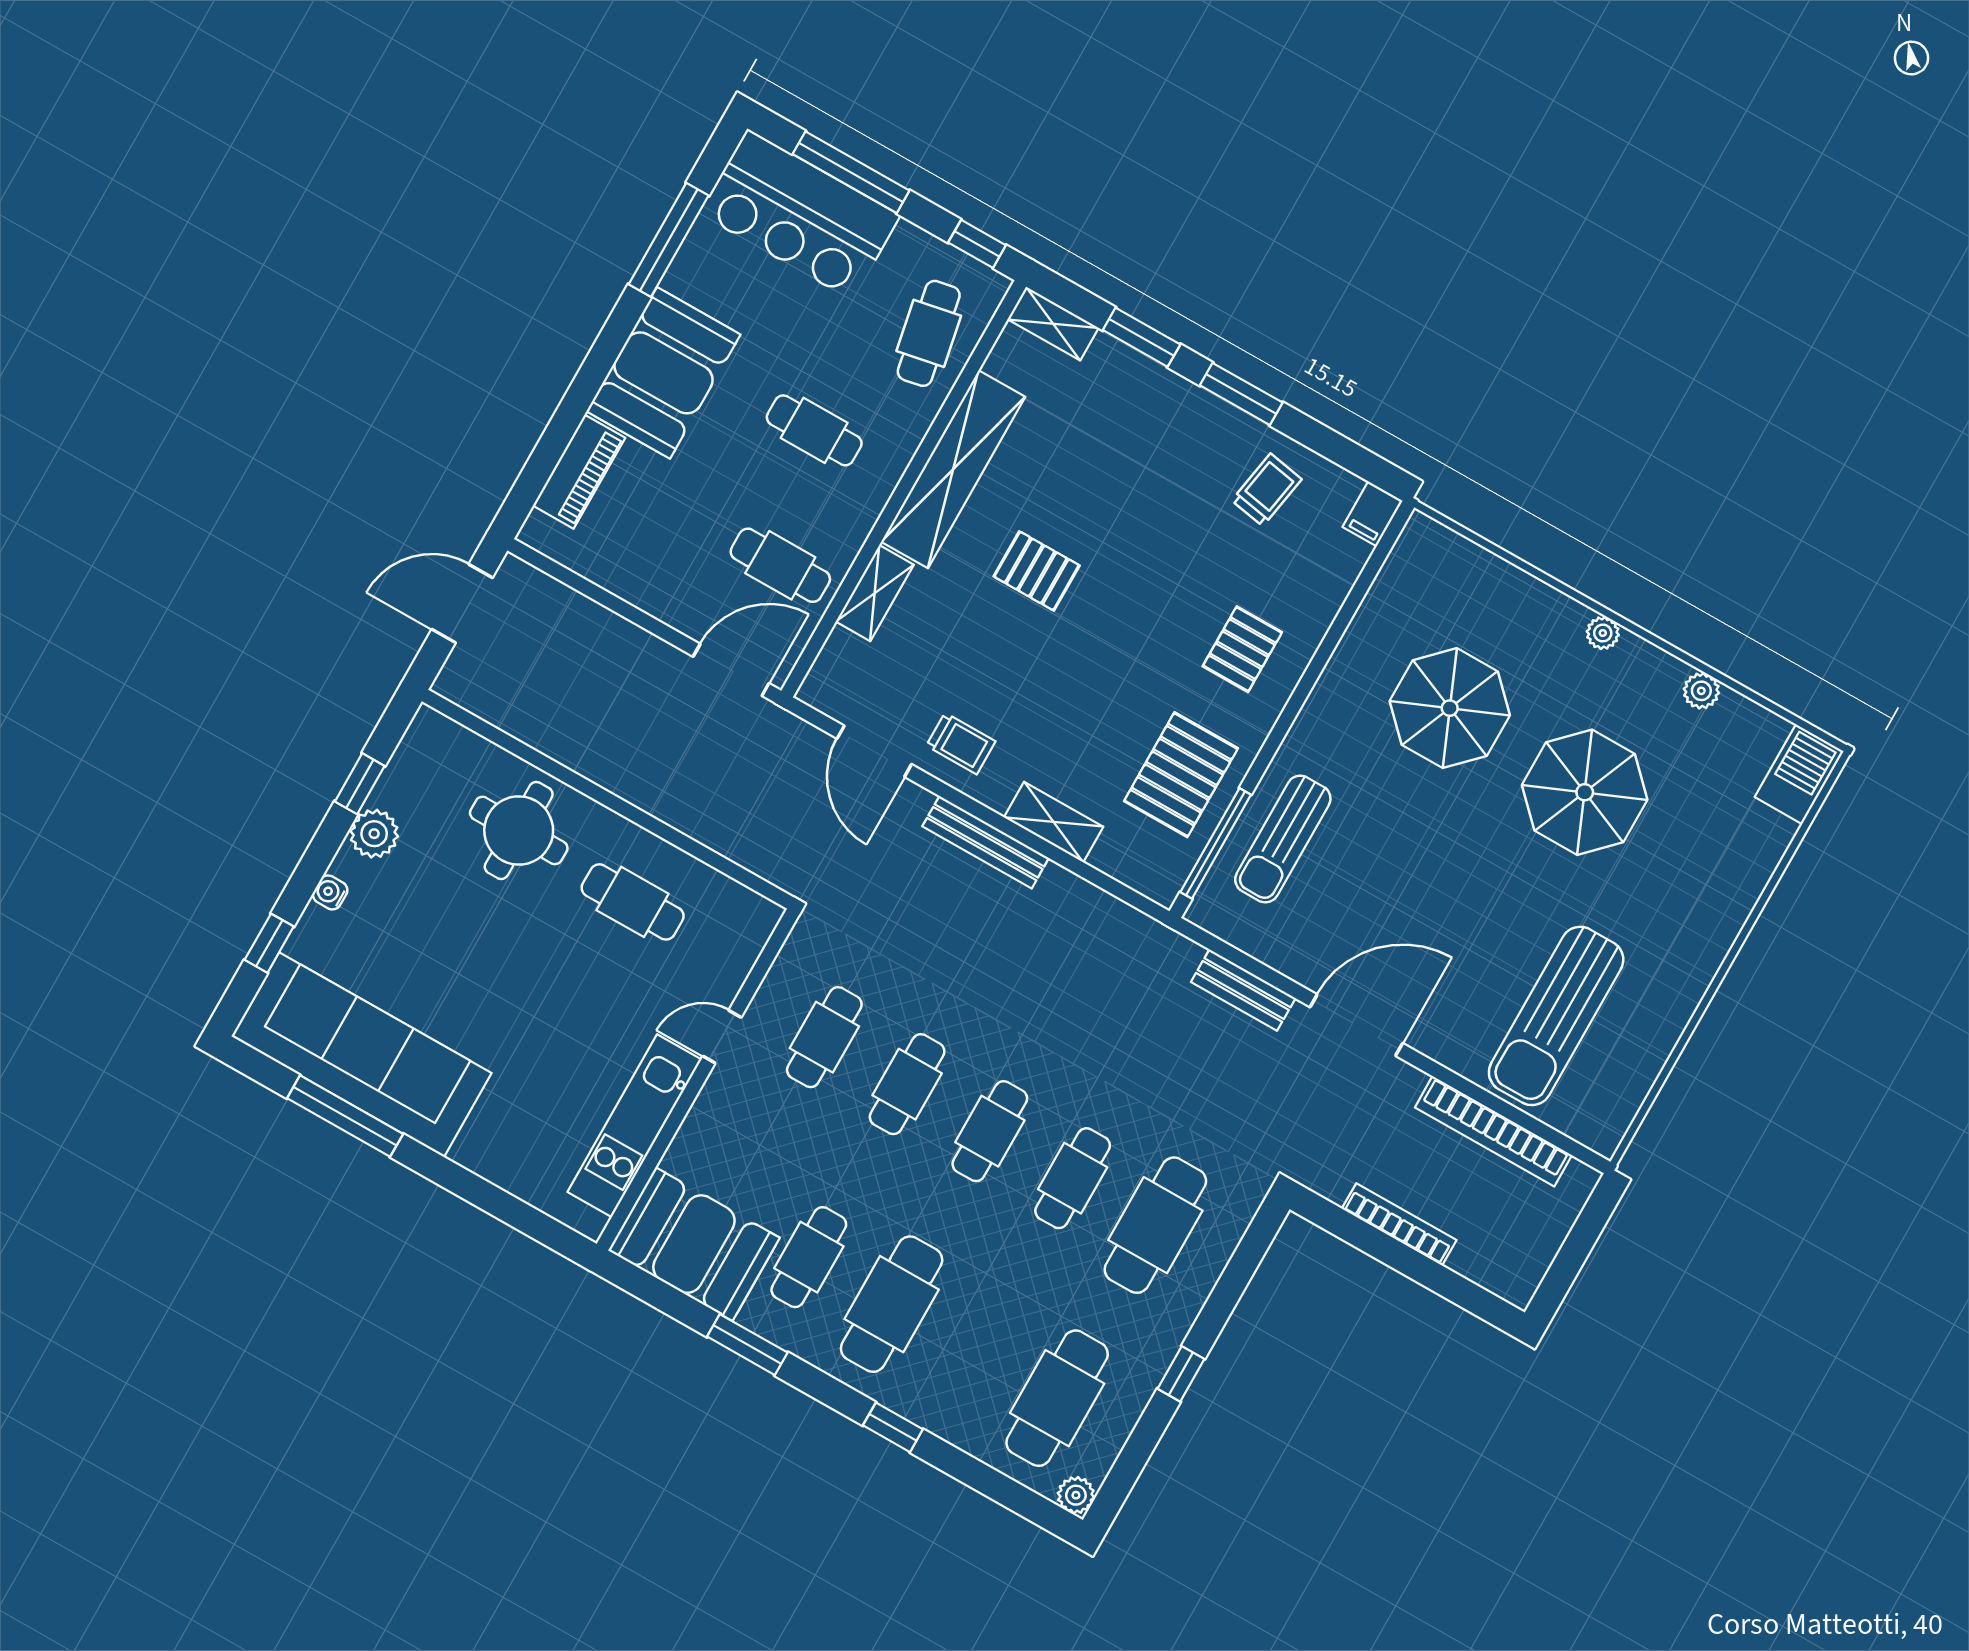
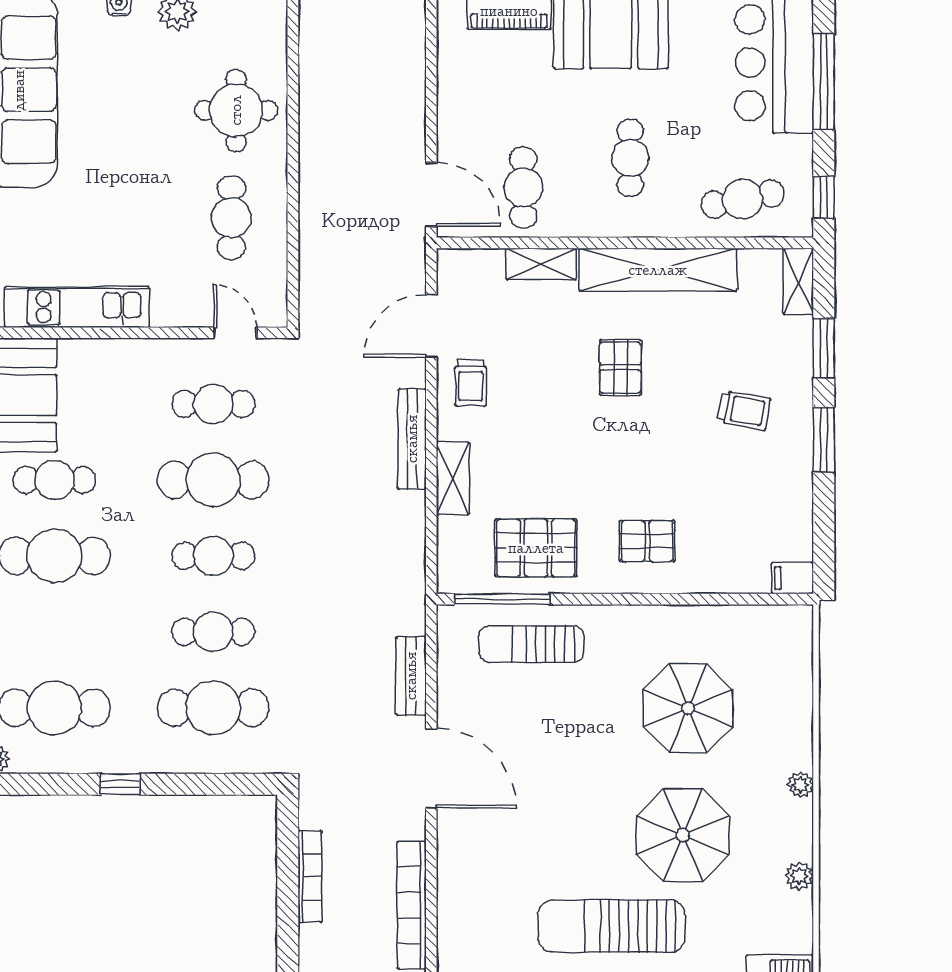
trolley: (1267, 490) -> (744, 410), moved
sun lounger: (1556, 1016) -> (612, 926), moved
door: (722, 1037) -> (235, 333), moved
cafe table: (907, 1084) -> (213, 480), width x1.37, depth x1.35

